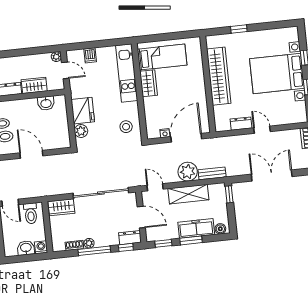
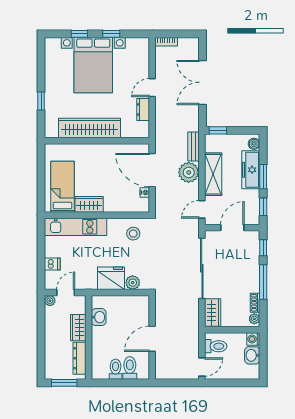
dresser: (130, 238) -> (253, 242), removed
plant: (89, 243) -> (254, 319), moved

